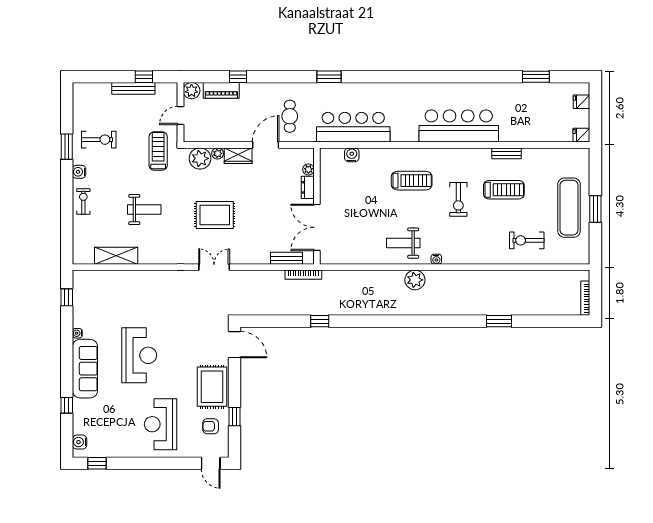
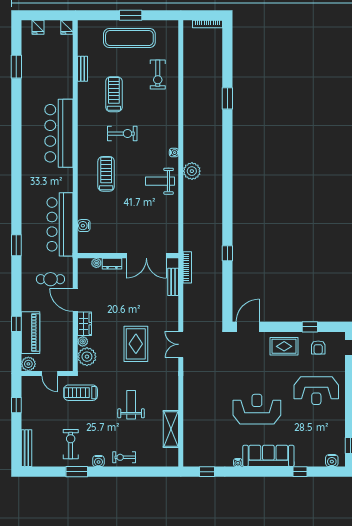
bench: (133, 88) -> (26, 448), moved
piano: (221, 90) -> (30, 333), width x1.37, depth x1.33
bench: (506, 153) -> (83, 69), moved
weight bench: (403, 243) -> (160, 181), turned 90
rug: (212, 387) -> (284, 346), width x0.73, depth x0.70

